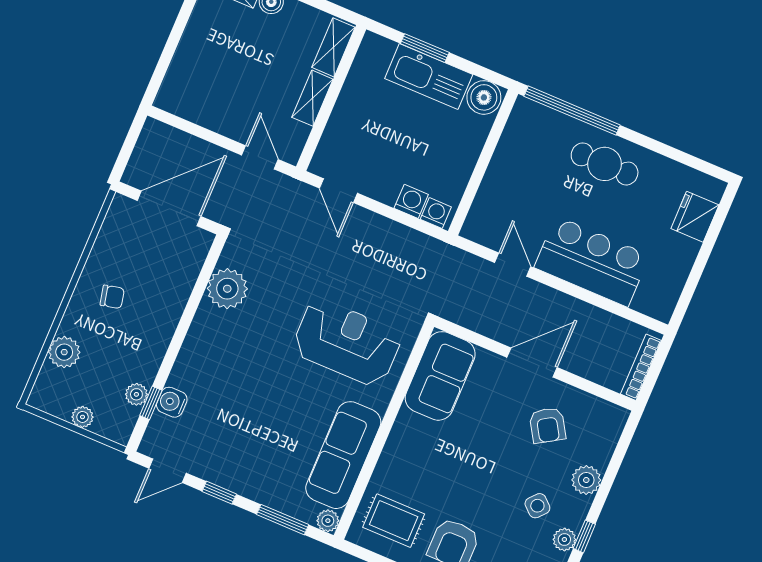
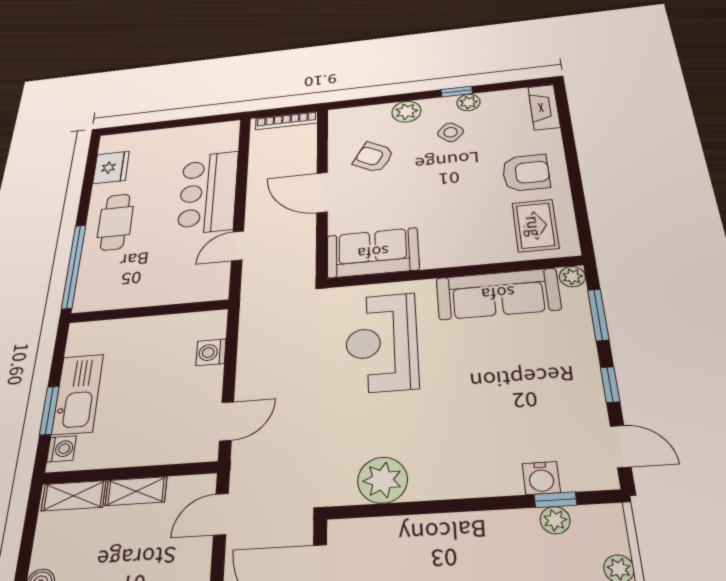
boiler: (484, 97) -> (84, 339), removed
washing machine: (436, 213) -> (62, 449), moved, turned 180
fridge: (695, 217) -> (111, 167), moved, turned -90
armchair: (547, 425) -> (374, 157), turned -119

